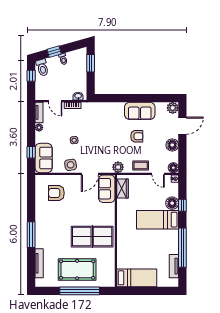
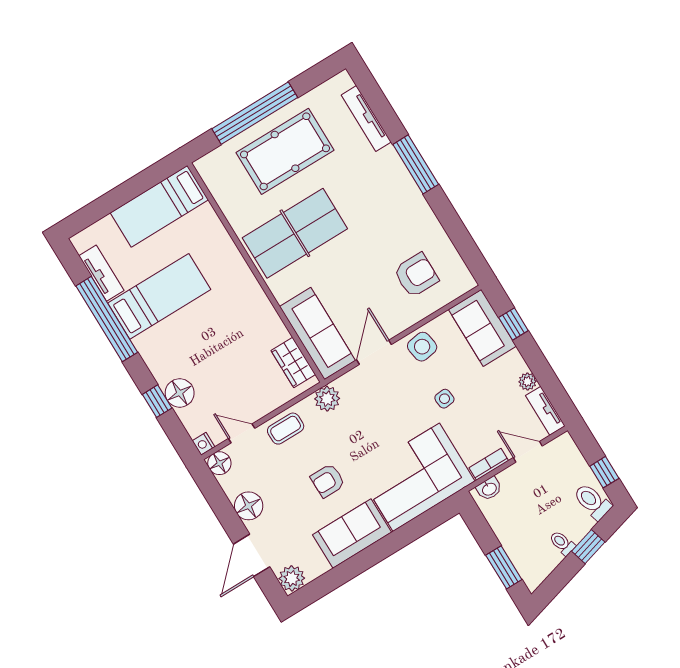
corner sofa: (103, 117) -> (416, 477), added
sofa: (107, 189) -> (317, 334), width x1.36
bed: (158, 220) -> (159, 296), moved

